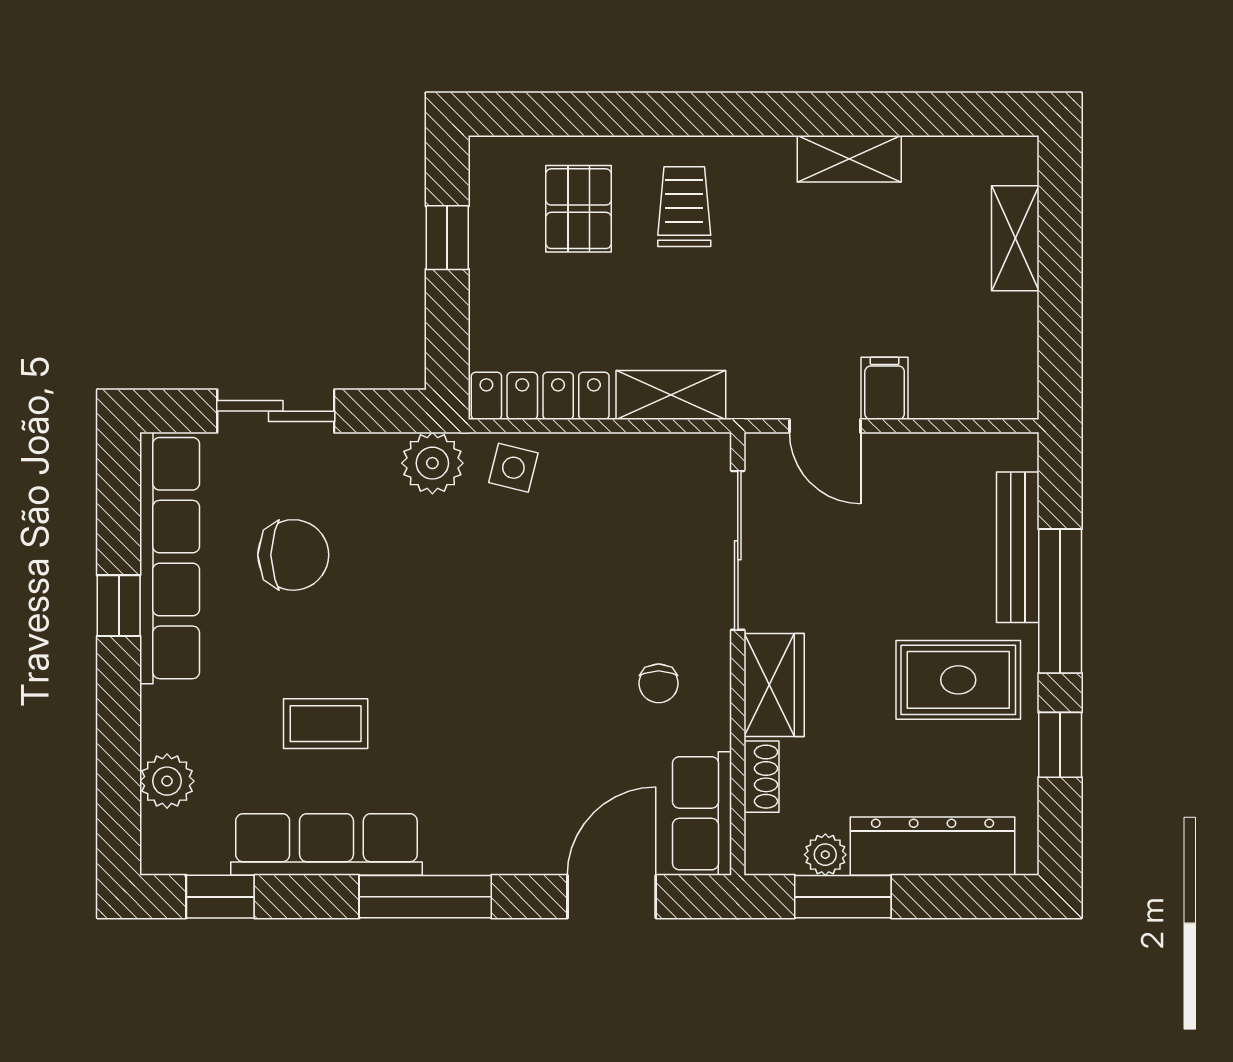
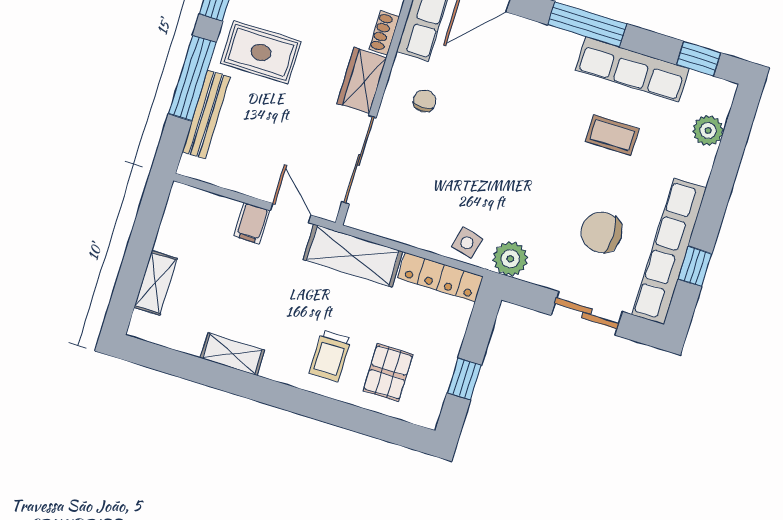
shelving: (671, 395) -> (353, 256), width x1.50, depth x1.33
window: (119, 606) -> (695, 266), moved

